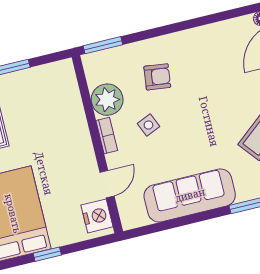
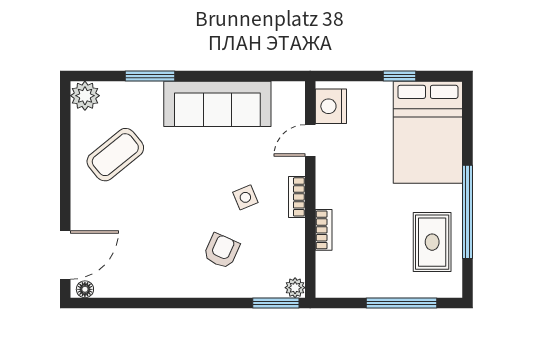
armchair: (157, 77) -> (222, 251), turned 107
plant: (107, 100) -> (295, 288), moved, width x0.53, depth x0.53
bookcase: (78, 114) -> (324, 230), added

